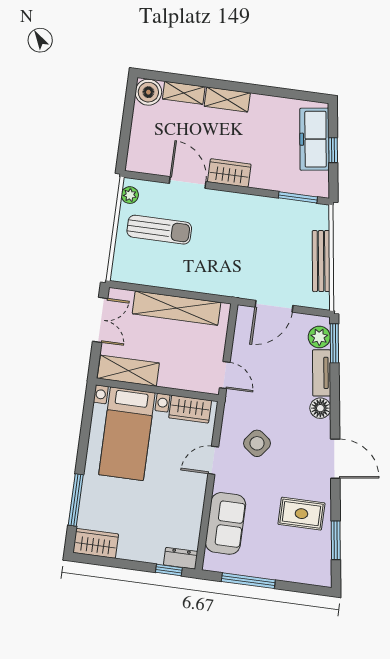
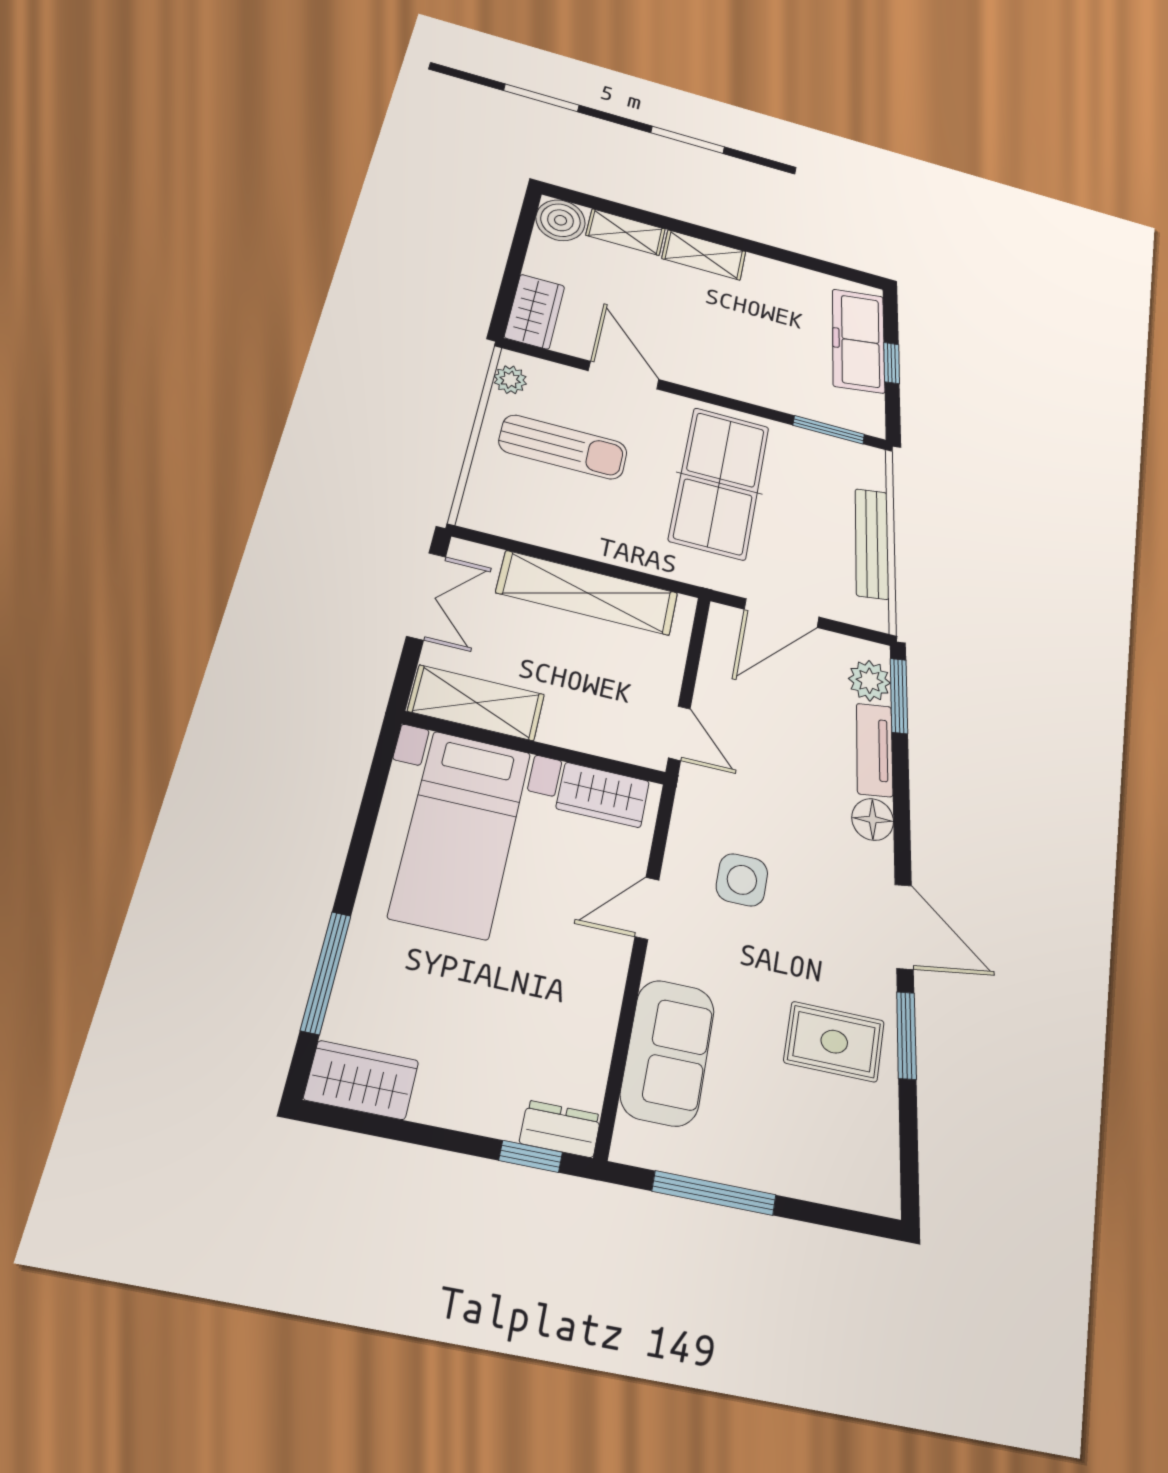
wardrobe: (229, 173) -> (535, 312), moved, turned 90
table tennis table: (240, 238) -> (719, 483), added
side table: (257, 443) -> (742, 880), turned -37
window: (336, 540) -> (906, 1035), moved

